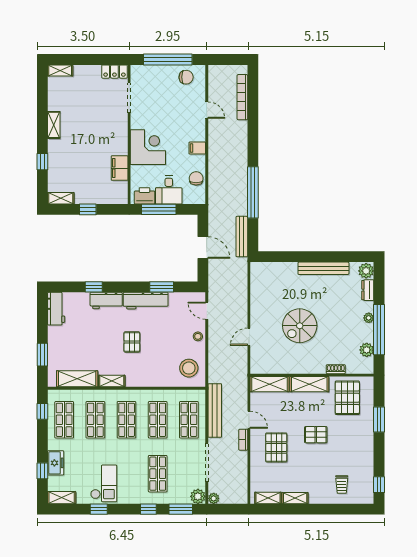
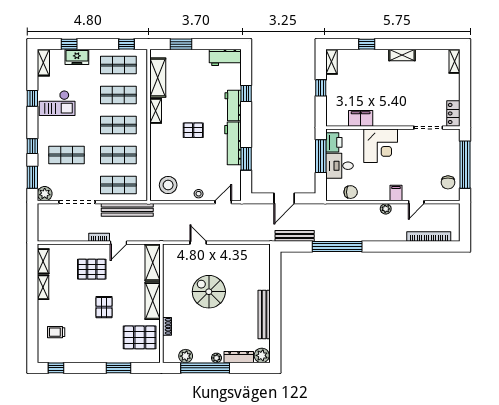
filing cabinet: (197, 148) -> (396, 193), moved
dresser: (368, 290) -> (239, 357), width x1.44
plant: (214, 498) -> (386, 209), moved

